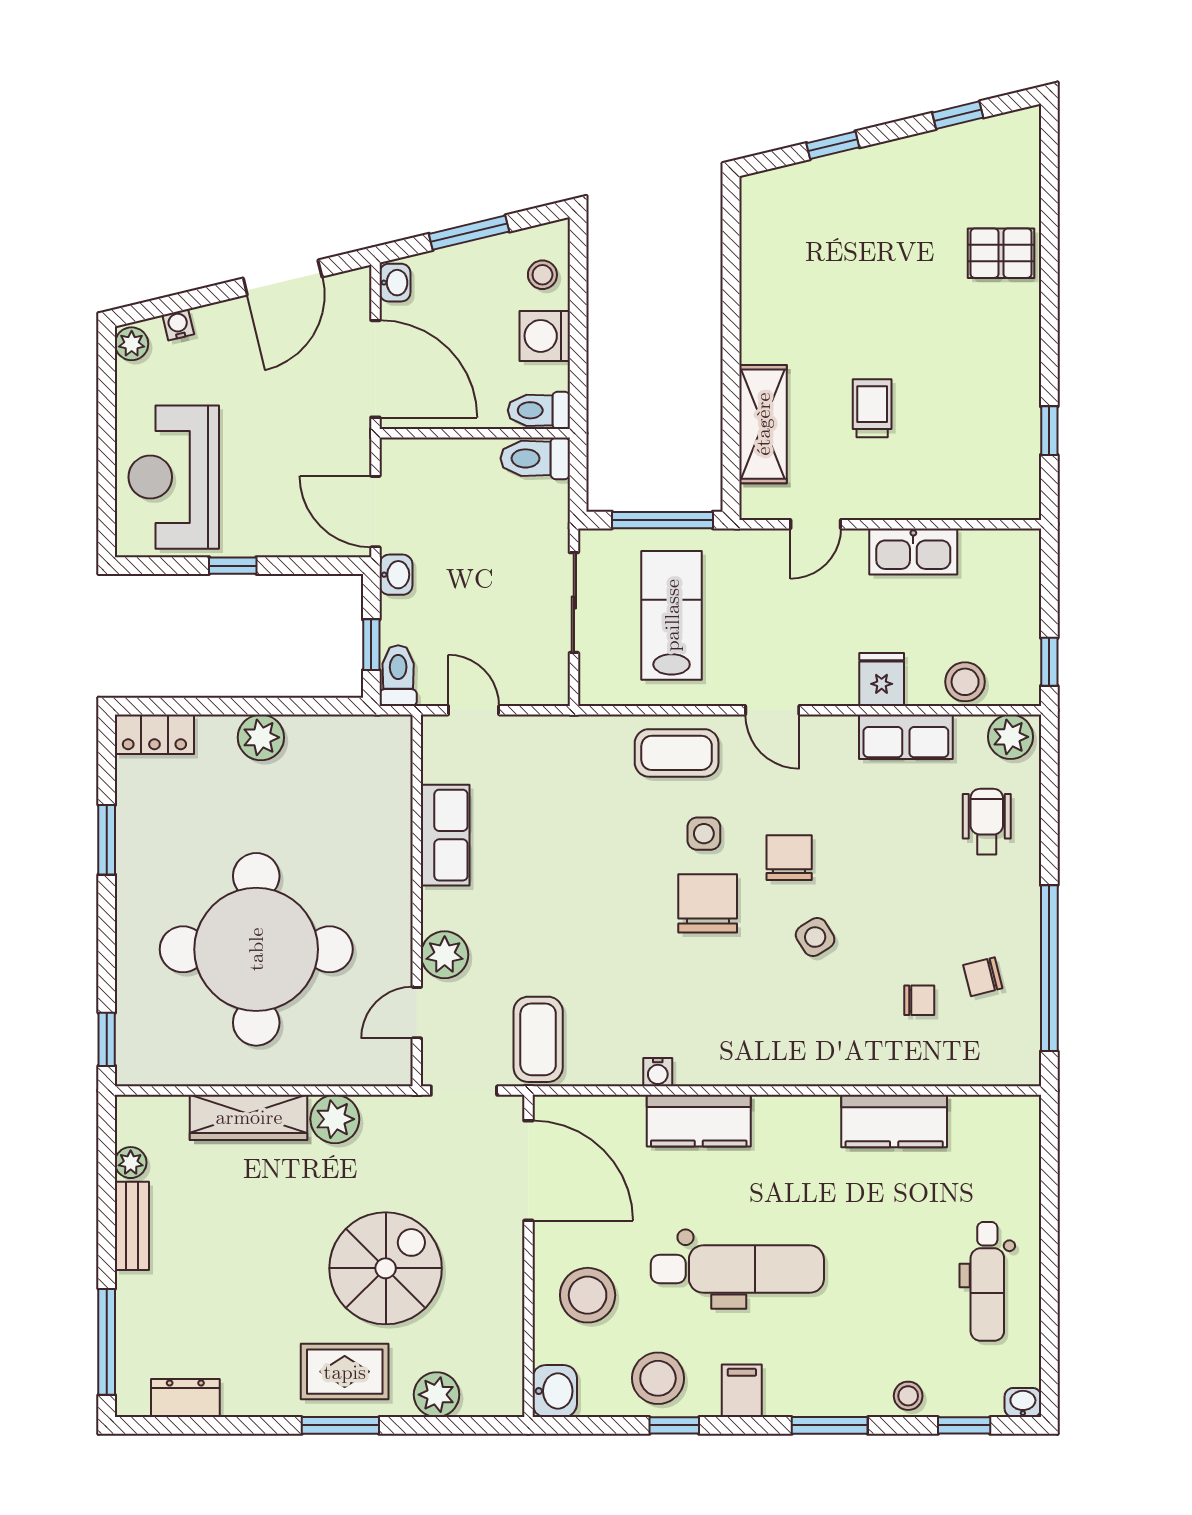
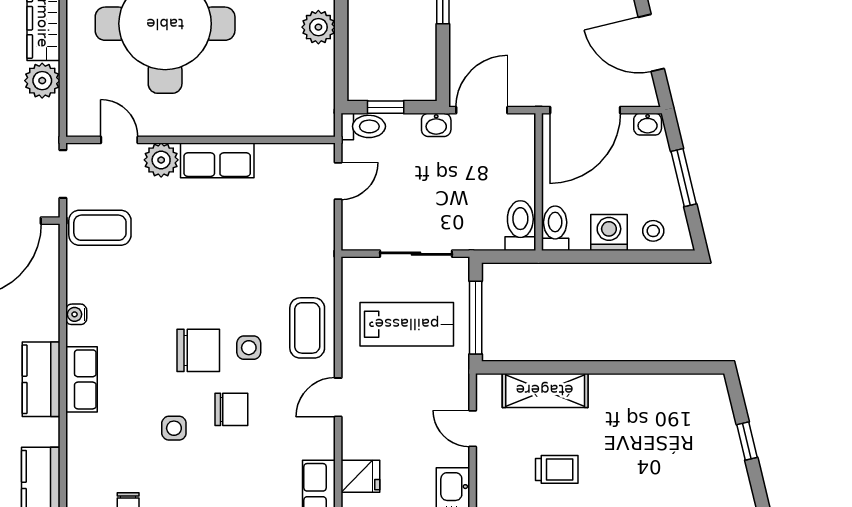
row of seats: (445, 835) -> (217, 160), moved
side table: (815, 937) -> (174, 428), turned 32
row of seats: (748, 1065) -> (82, 379), added
kitchen counter: (699, 1121) -> (41, 379), moved

